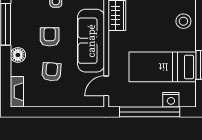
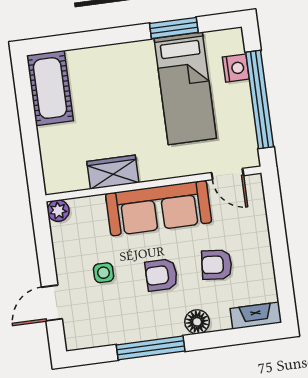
stool: (183, 21) -> (108, 65), removed

